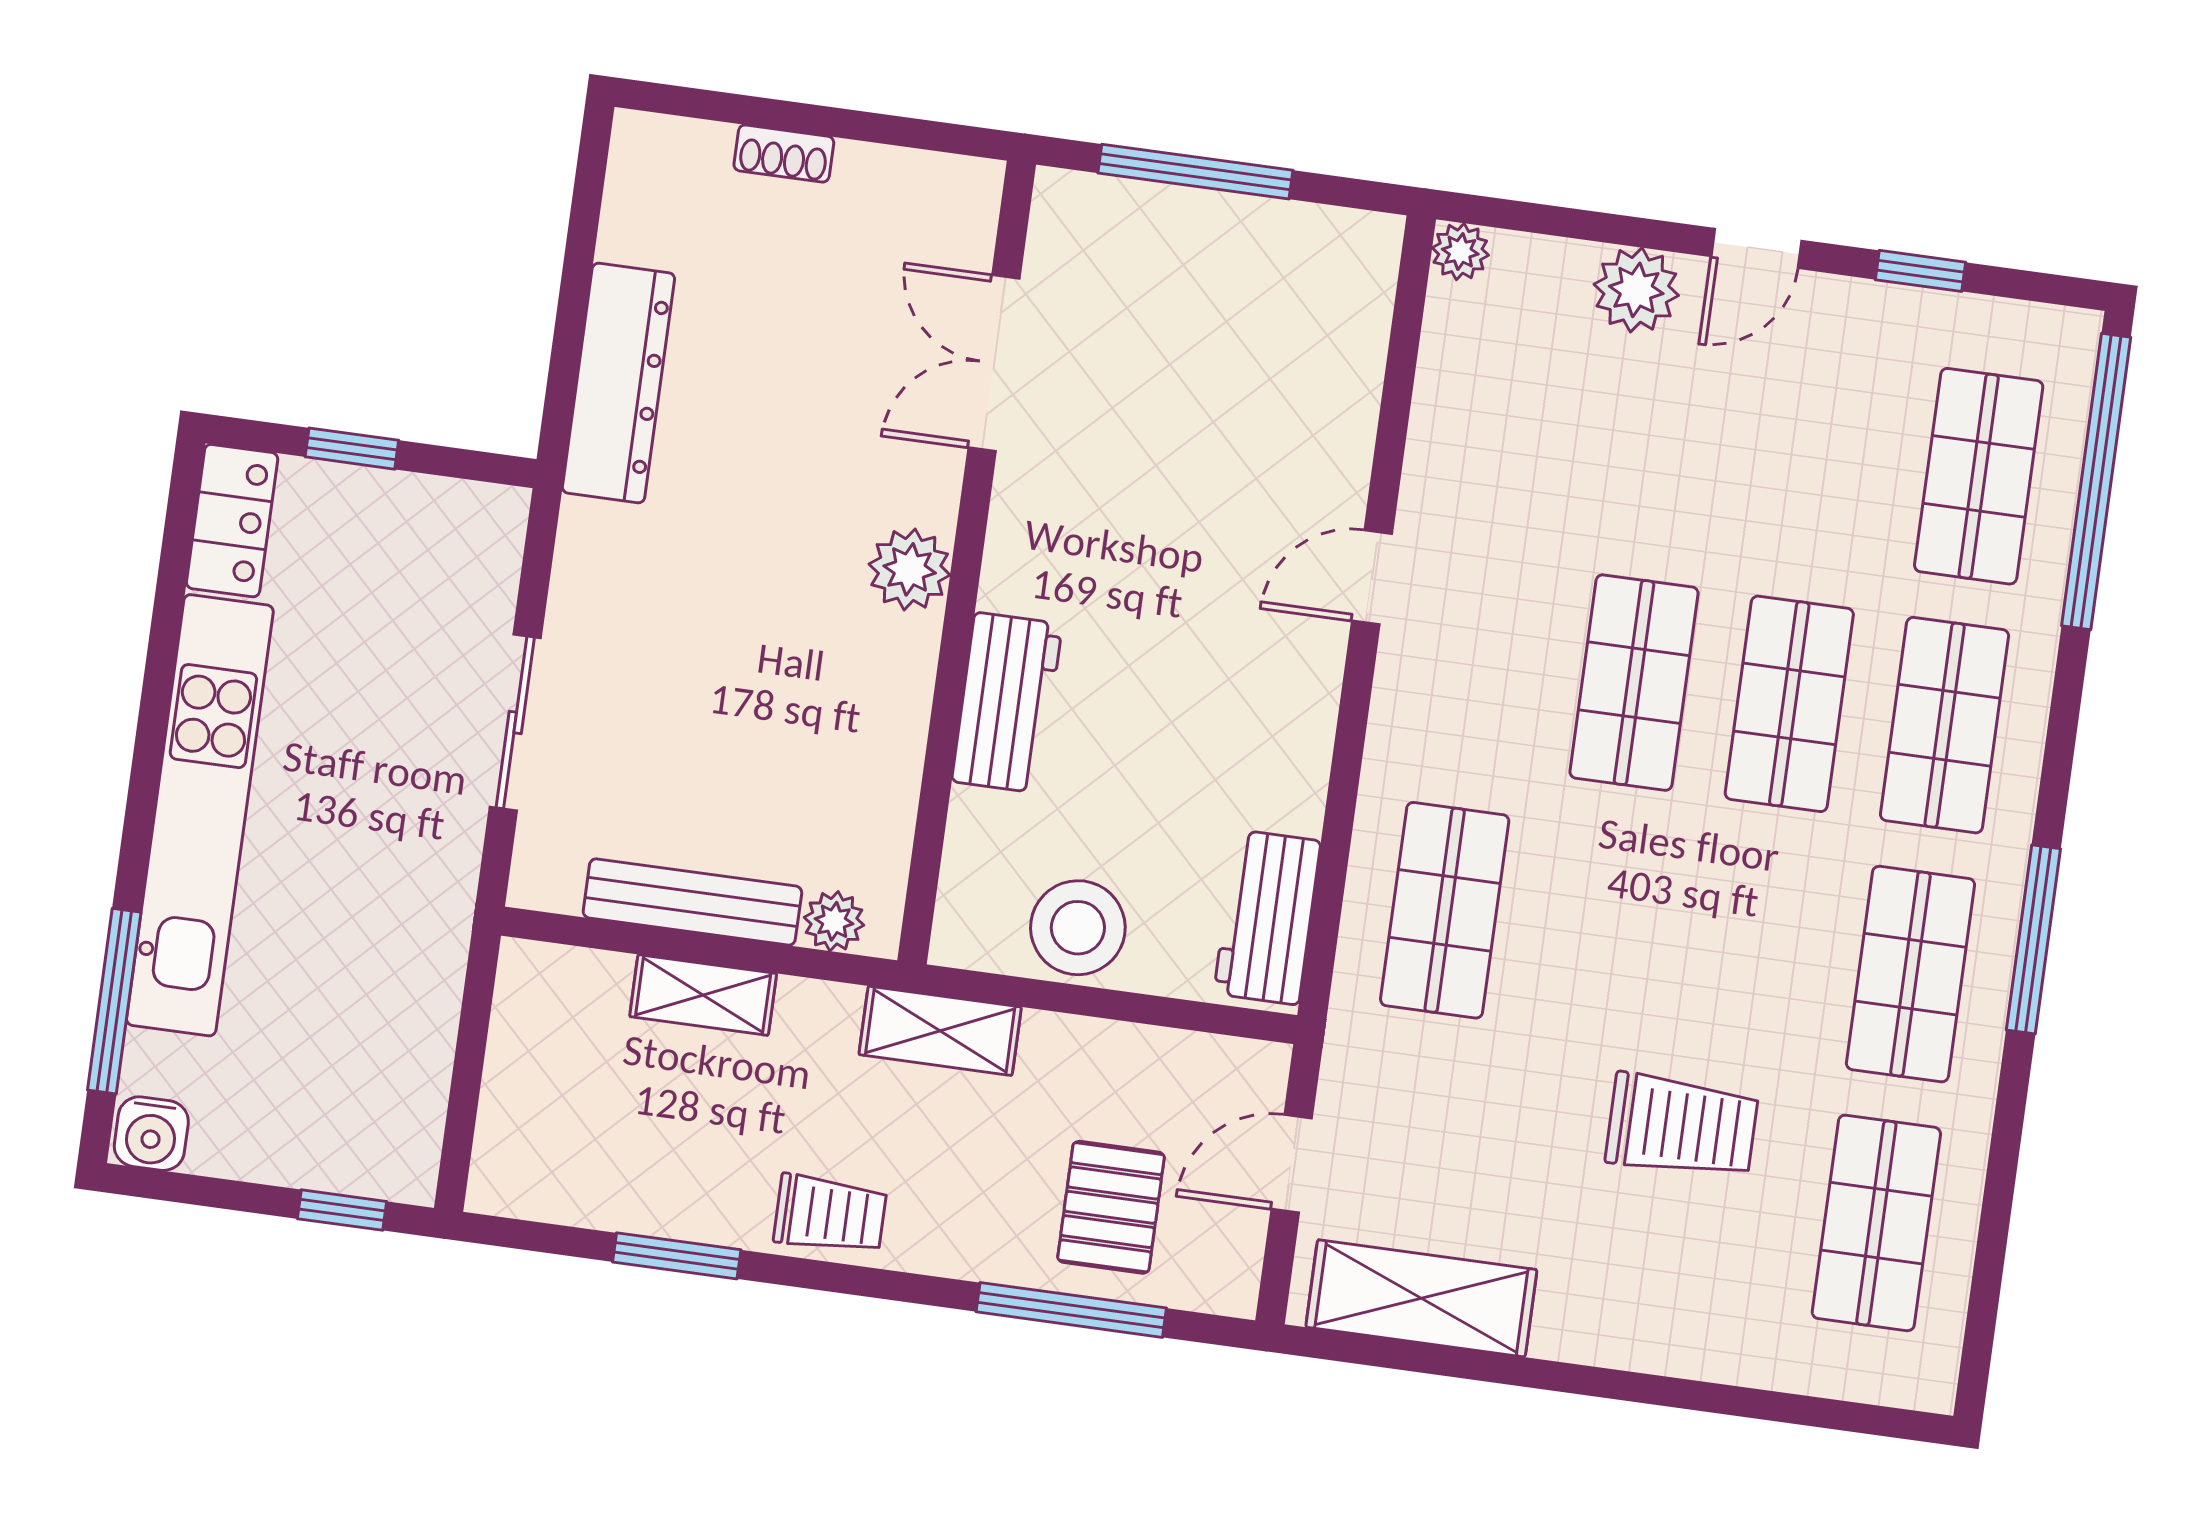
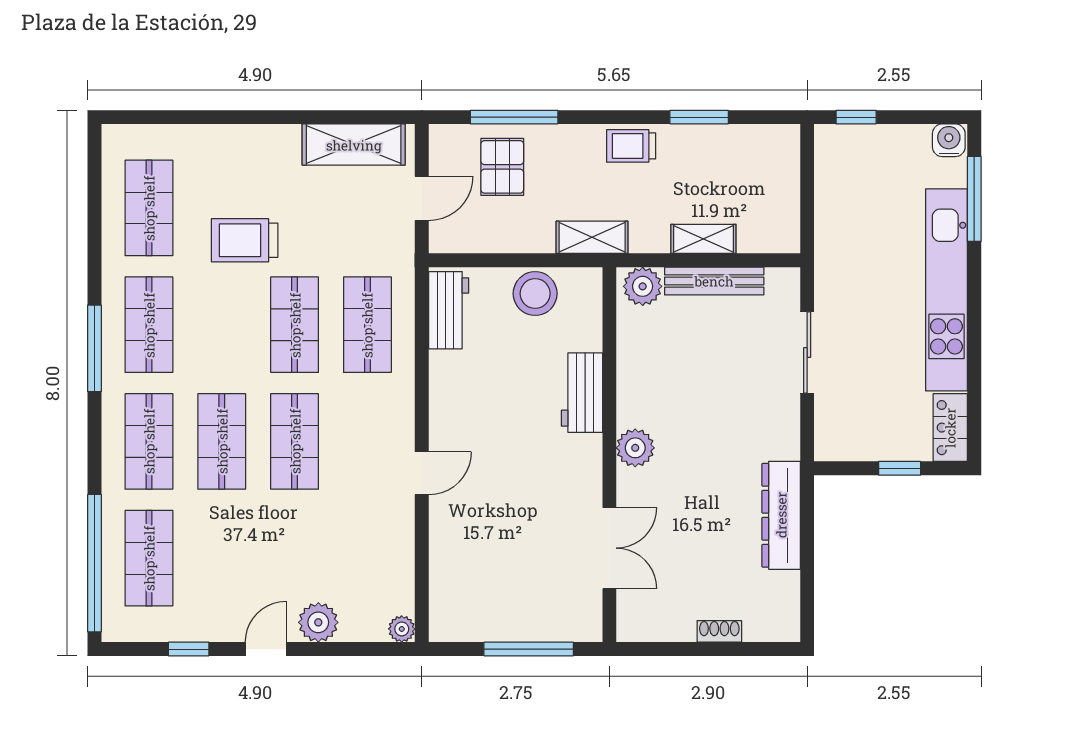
plant: (834, 921) -> (643, 286), width x1.38, depth x1.38
shop shelf: (1600, 931) -> (295, 325), added

